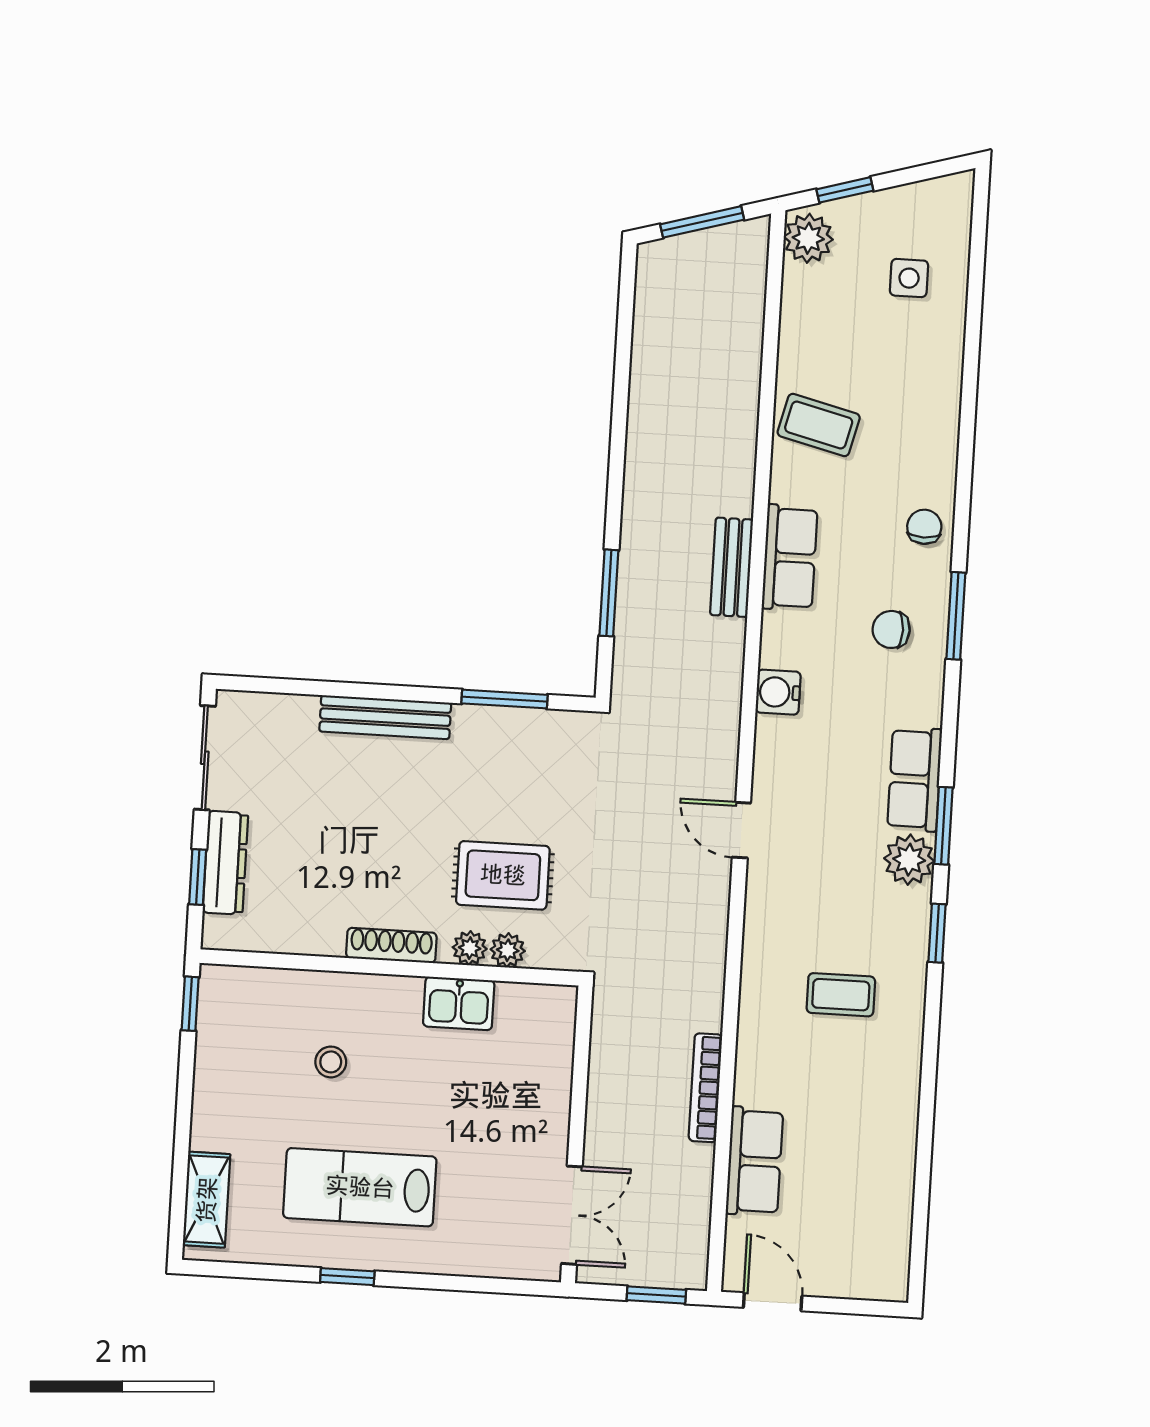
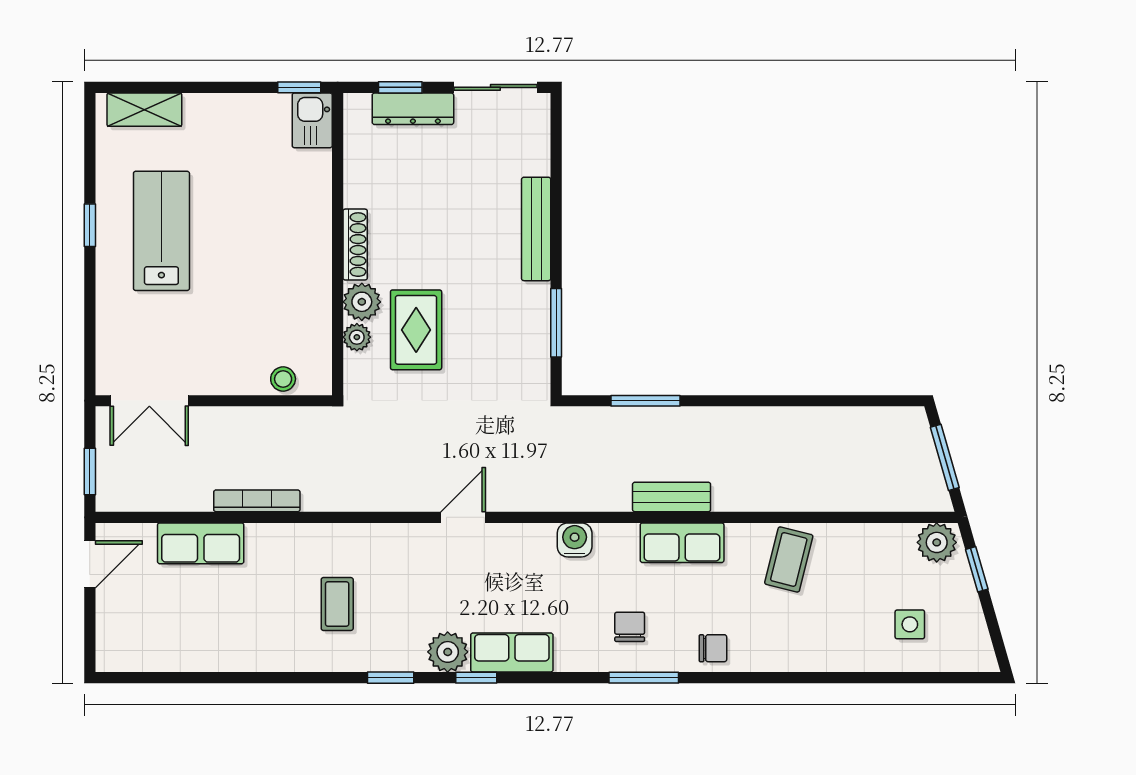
window: (943, 826) -> (476, 678), width x0.67
plant: (470, 948) -> (362, 302), width x1.38, depth x1.38
kitchen sink: (459, 1003) -> (312, 120), moved
stool: (331, 1062) -> (283, 379), moved

